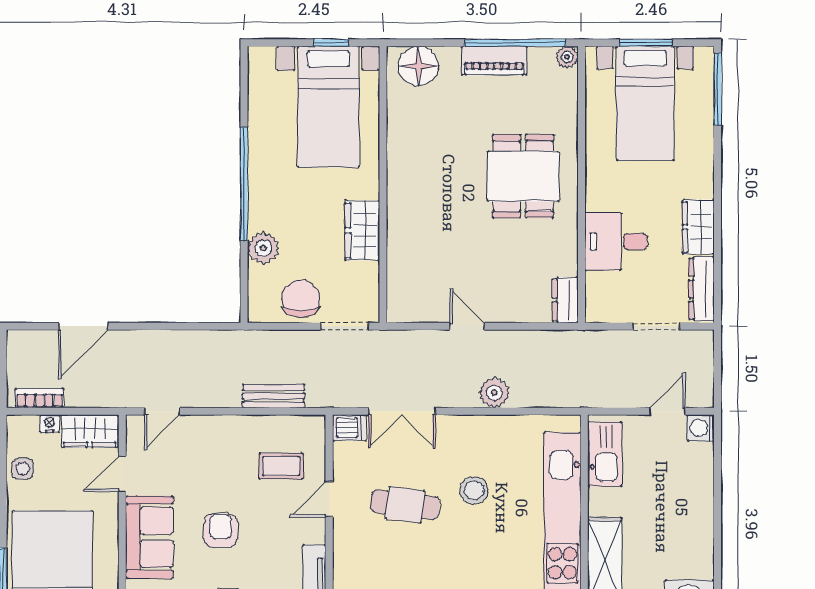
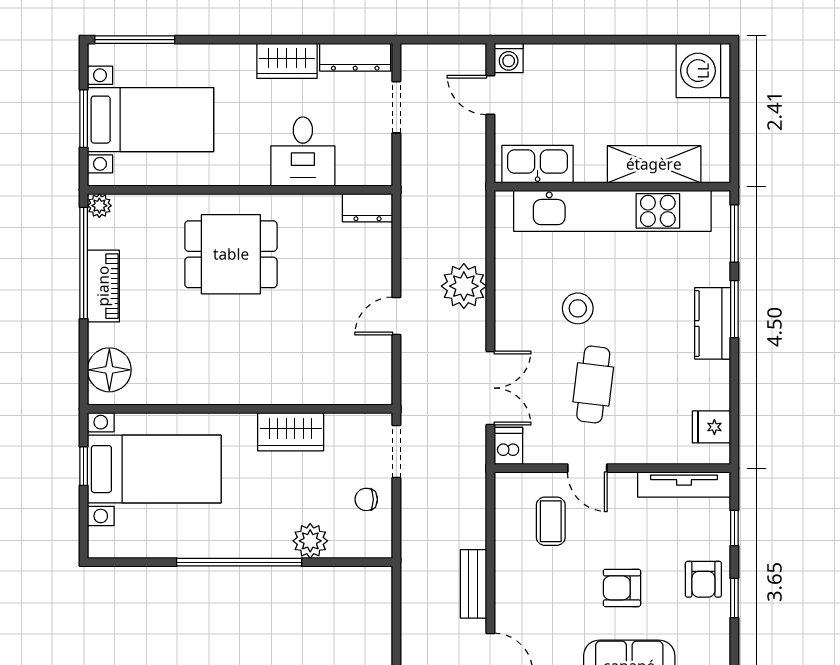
chair: (301, 299) -> (366, 499), width x0.54, depth x0.54
plant: (494, 393) -> (464, 286), width x1.36, depth x1.36
bench: (273, 396) -> (473, 584), moved

